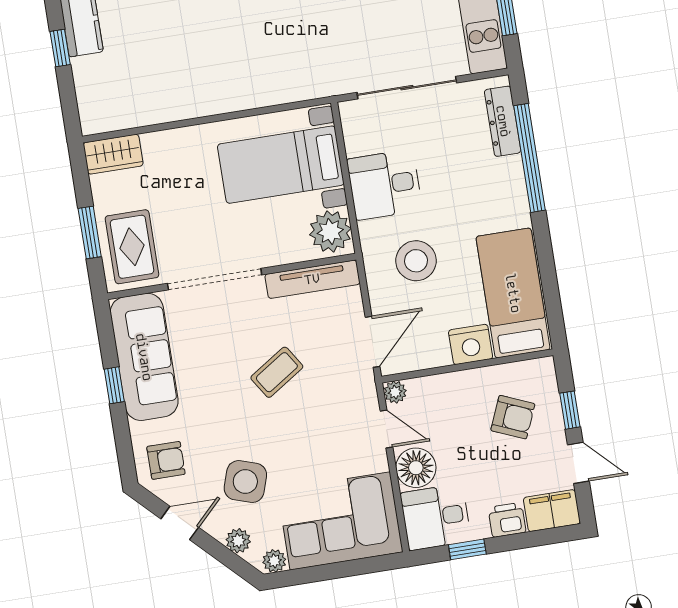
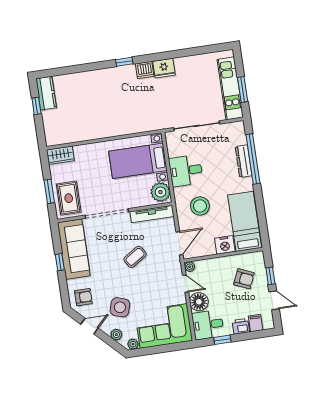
dresser: (503, 121) -> (244, 161), moved
filing cabinet: (552, 511) -> (256, 323), width x0.50

